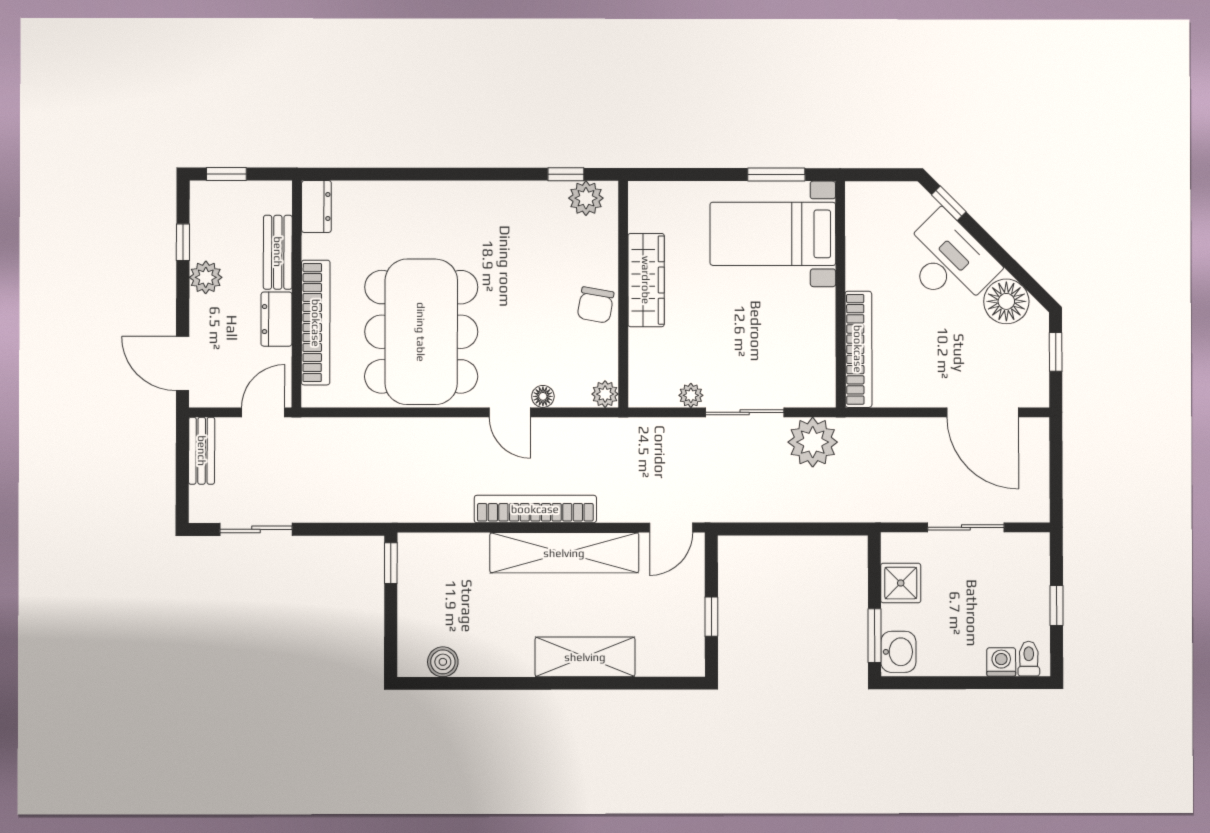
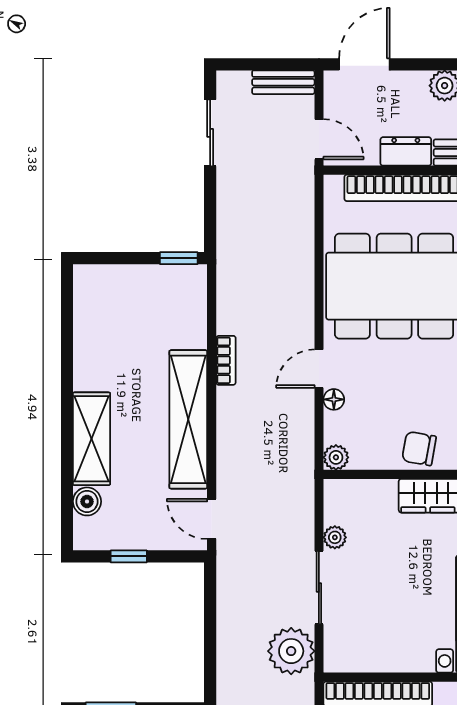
bookcase: (535, 509) -> (226, 360), width x0.43, depth x0.76
boiler: (443, 662) -> (87, 501), moved

